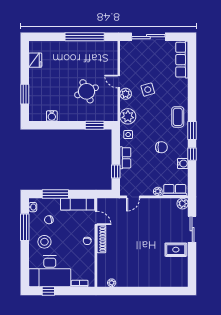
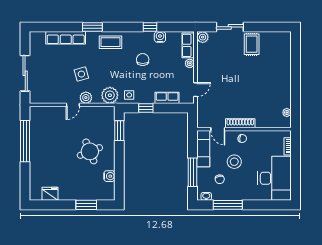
row of seats: (182, 60) -> (66, 38), moved
round table: (87, 91) -> (90, 151), moved
window: (192, 130) -> (92, 27), moved
row of seats: (125, 158) -> (167, 98), moved
window: (116, 171) -> (146, 108), moved
door: (133, 197) -> (196, 90), hinge flipped
door: (96, 218) -> (218, 129), swing flipped
stool: (44, 242) -> (234, 162), moved
window: (48, 291) -> (295, 180), removed

